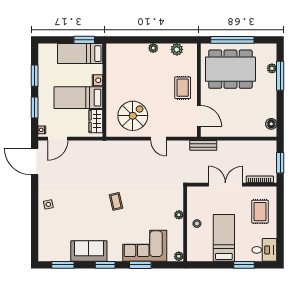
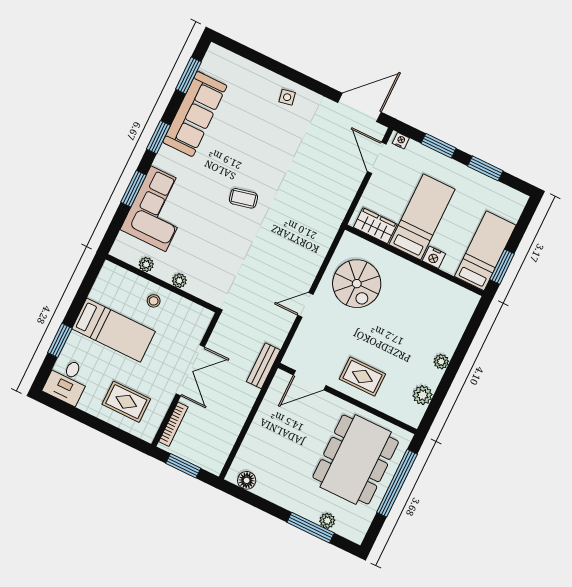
sofa: (89, 251) -> (195, 114), width x1.36
plant: (179, 256) -> (146, 264), moved

